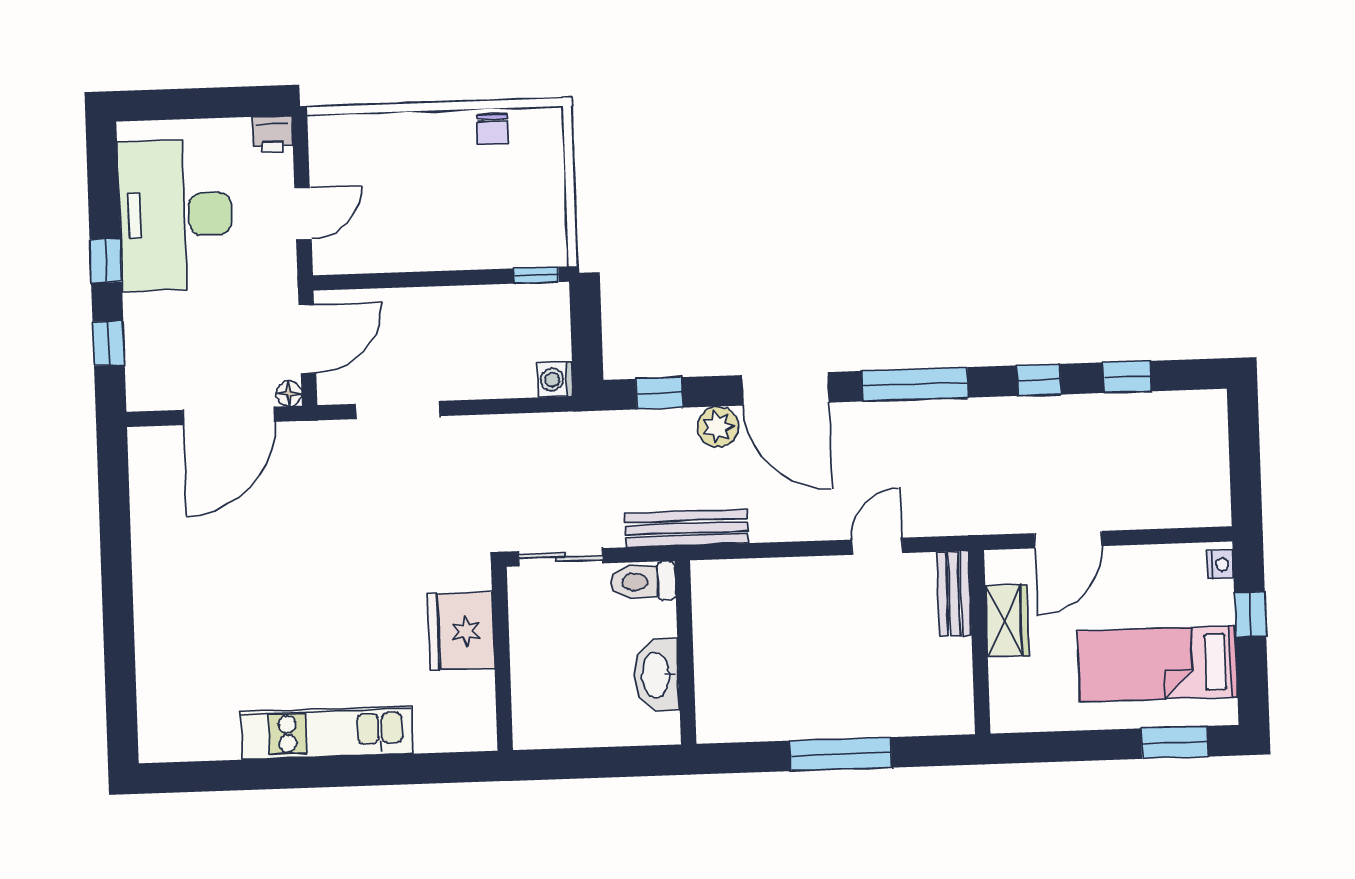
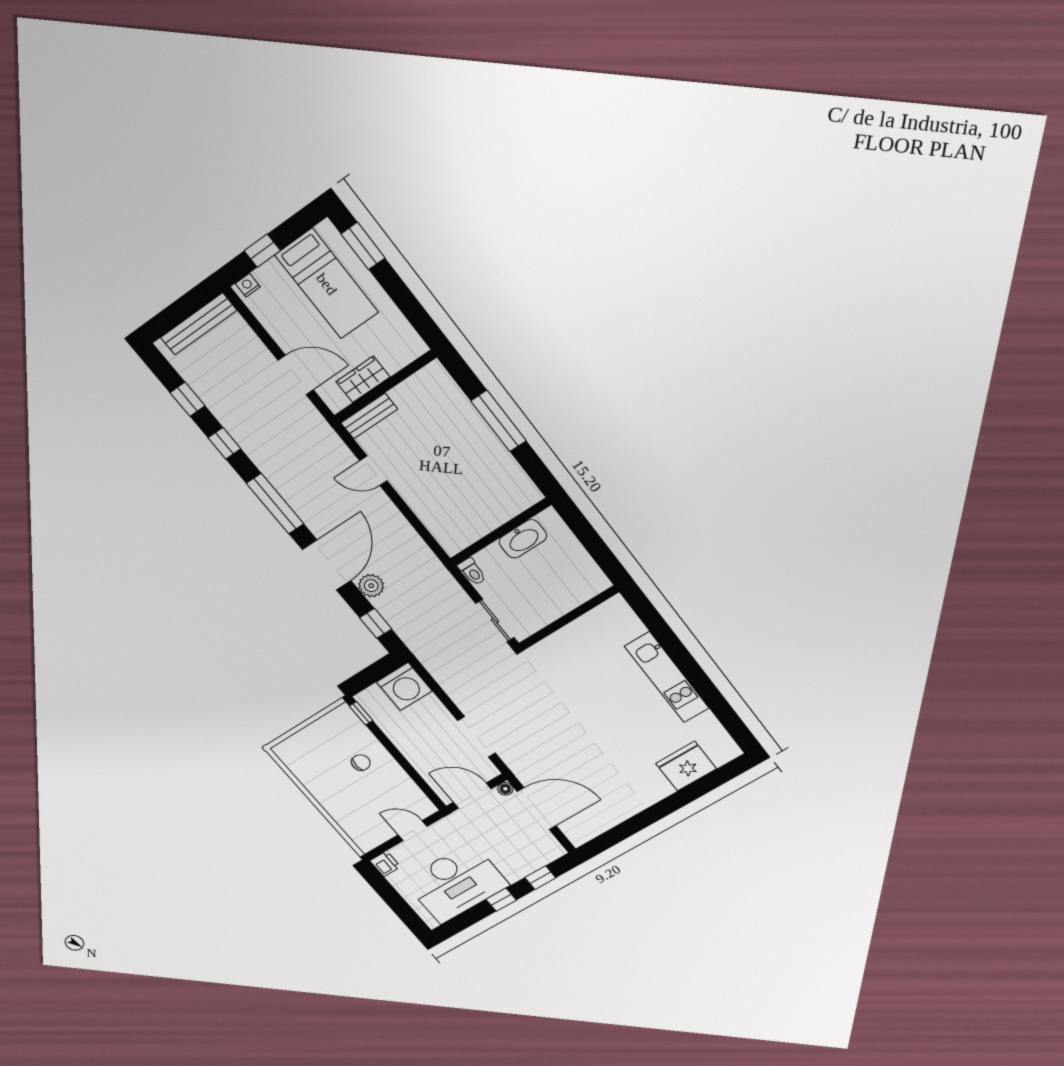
chair: (493, 129) -> (361, 763), moved
washing machine: (555, 380) -> (404, 687), width x1.89, depth x1.89
bench: (686, 528) -> (199, 324), moved, turned 90
toilet: (643, 582) -> (472, 572), width x0.73, depth x0.72
fridge: (461, 631) -> (686, 766), moved, turned 180

